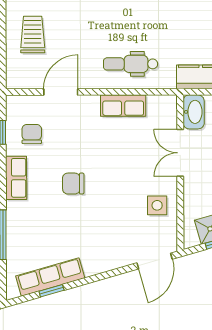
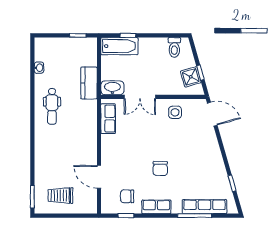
dental chair: (131, 64) -> (52, 106), moved
row of seats: (123, 106) -> (108, 119), moved
row of seats: (50, 277) -> (204, 207), moved, turned 106

